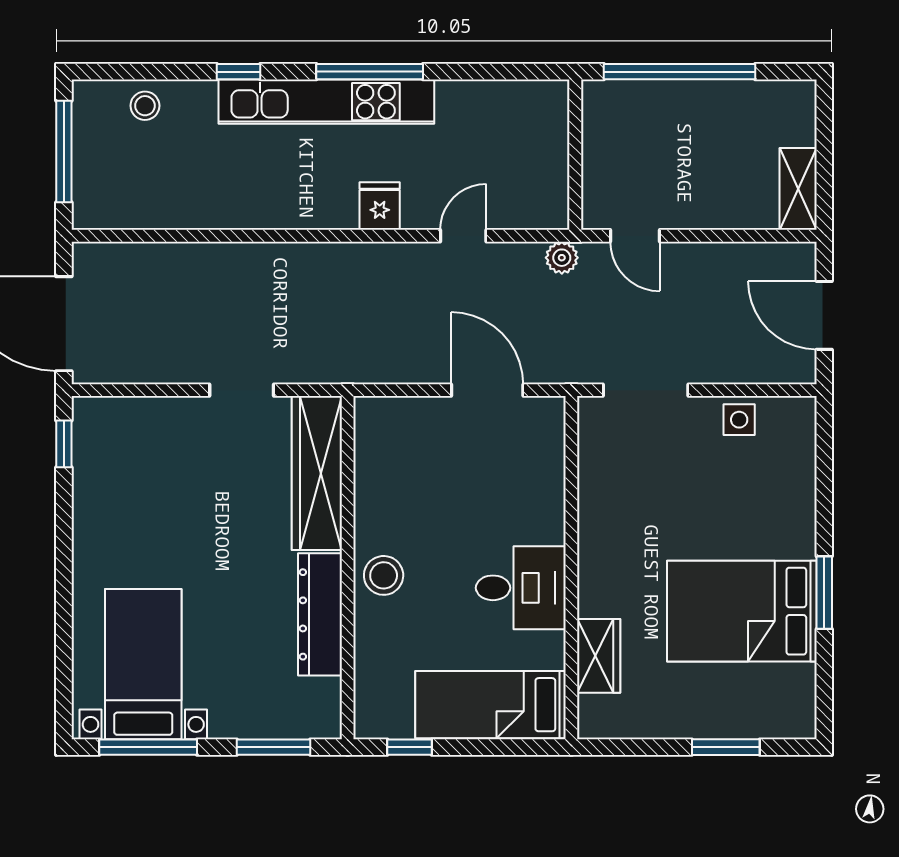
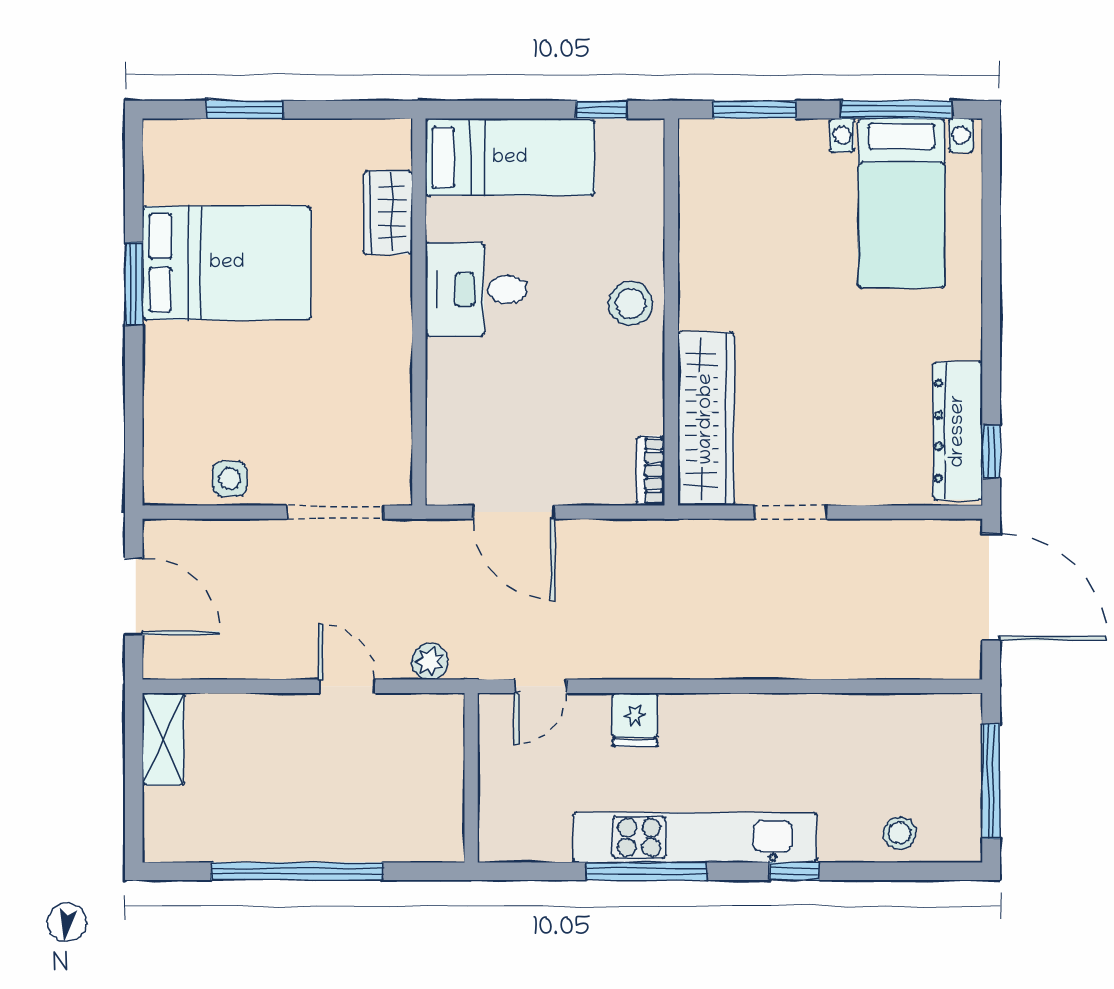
wall: (575, 155) -> (471, 778), moved
bookcase: (366, 427) -> (651, 471), added
dresser: (320, 614) -> (958, 431), moved, turned 180

